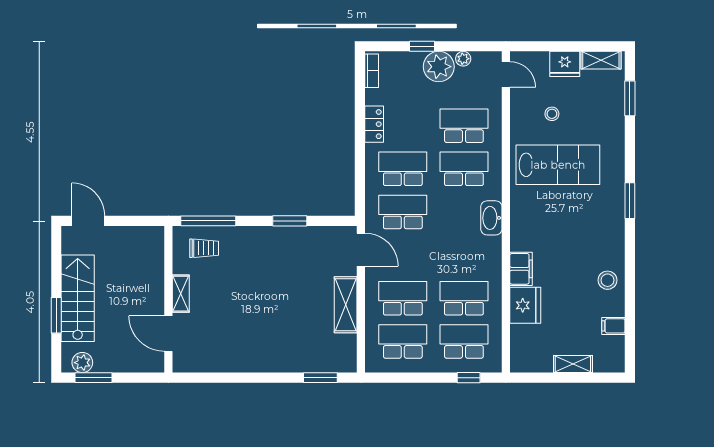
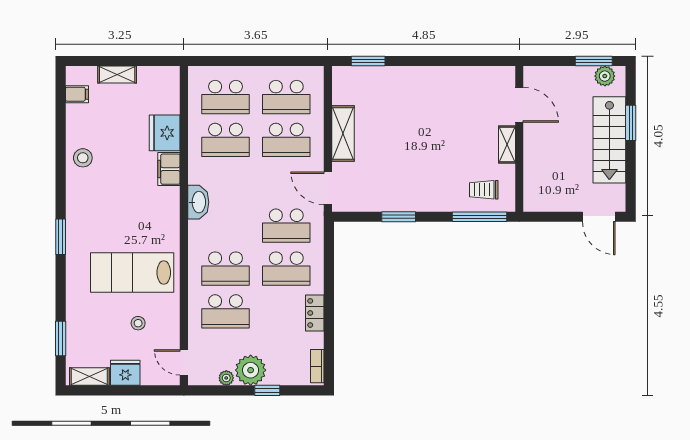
washbasin: (491, 218) -> (198, 202), moved
filing cabinet: (613, 326) -> (77, 94), moved
window: (469, 378) -> (221, 61), removed

